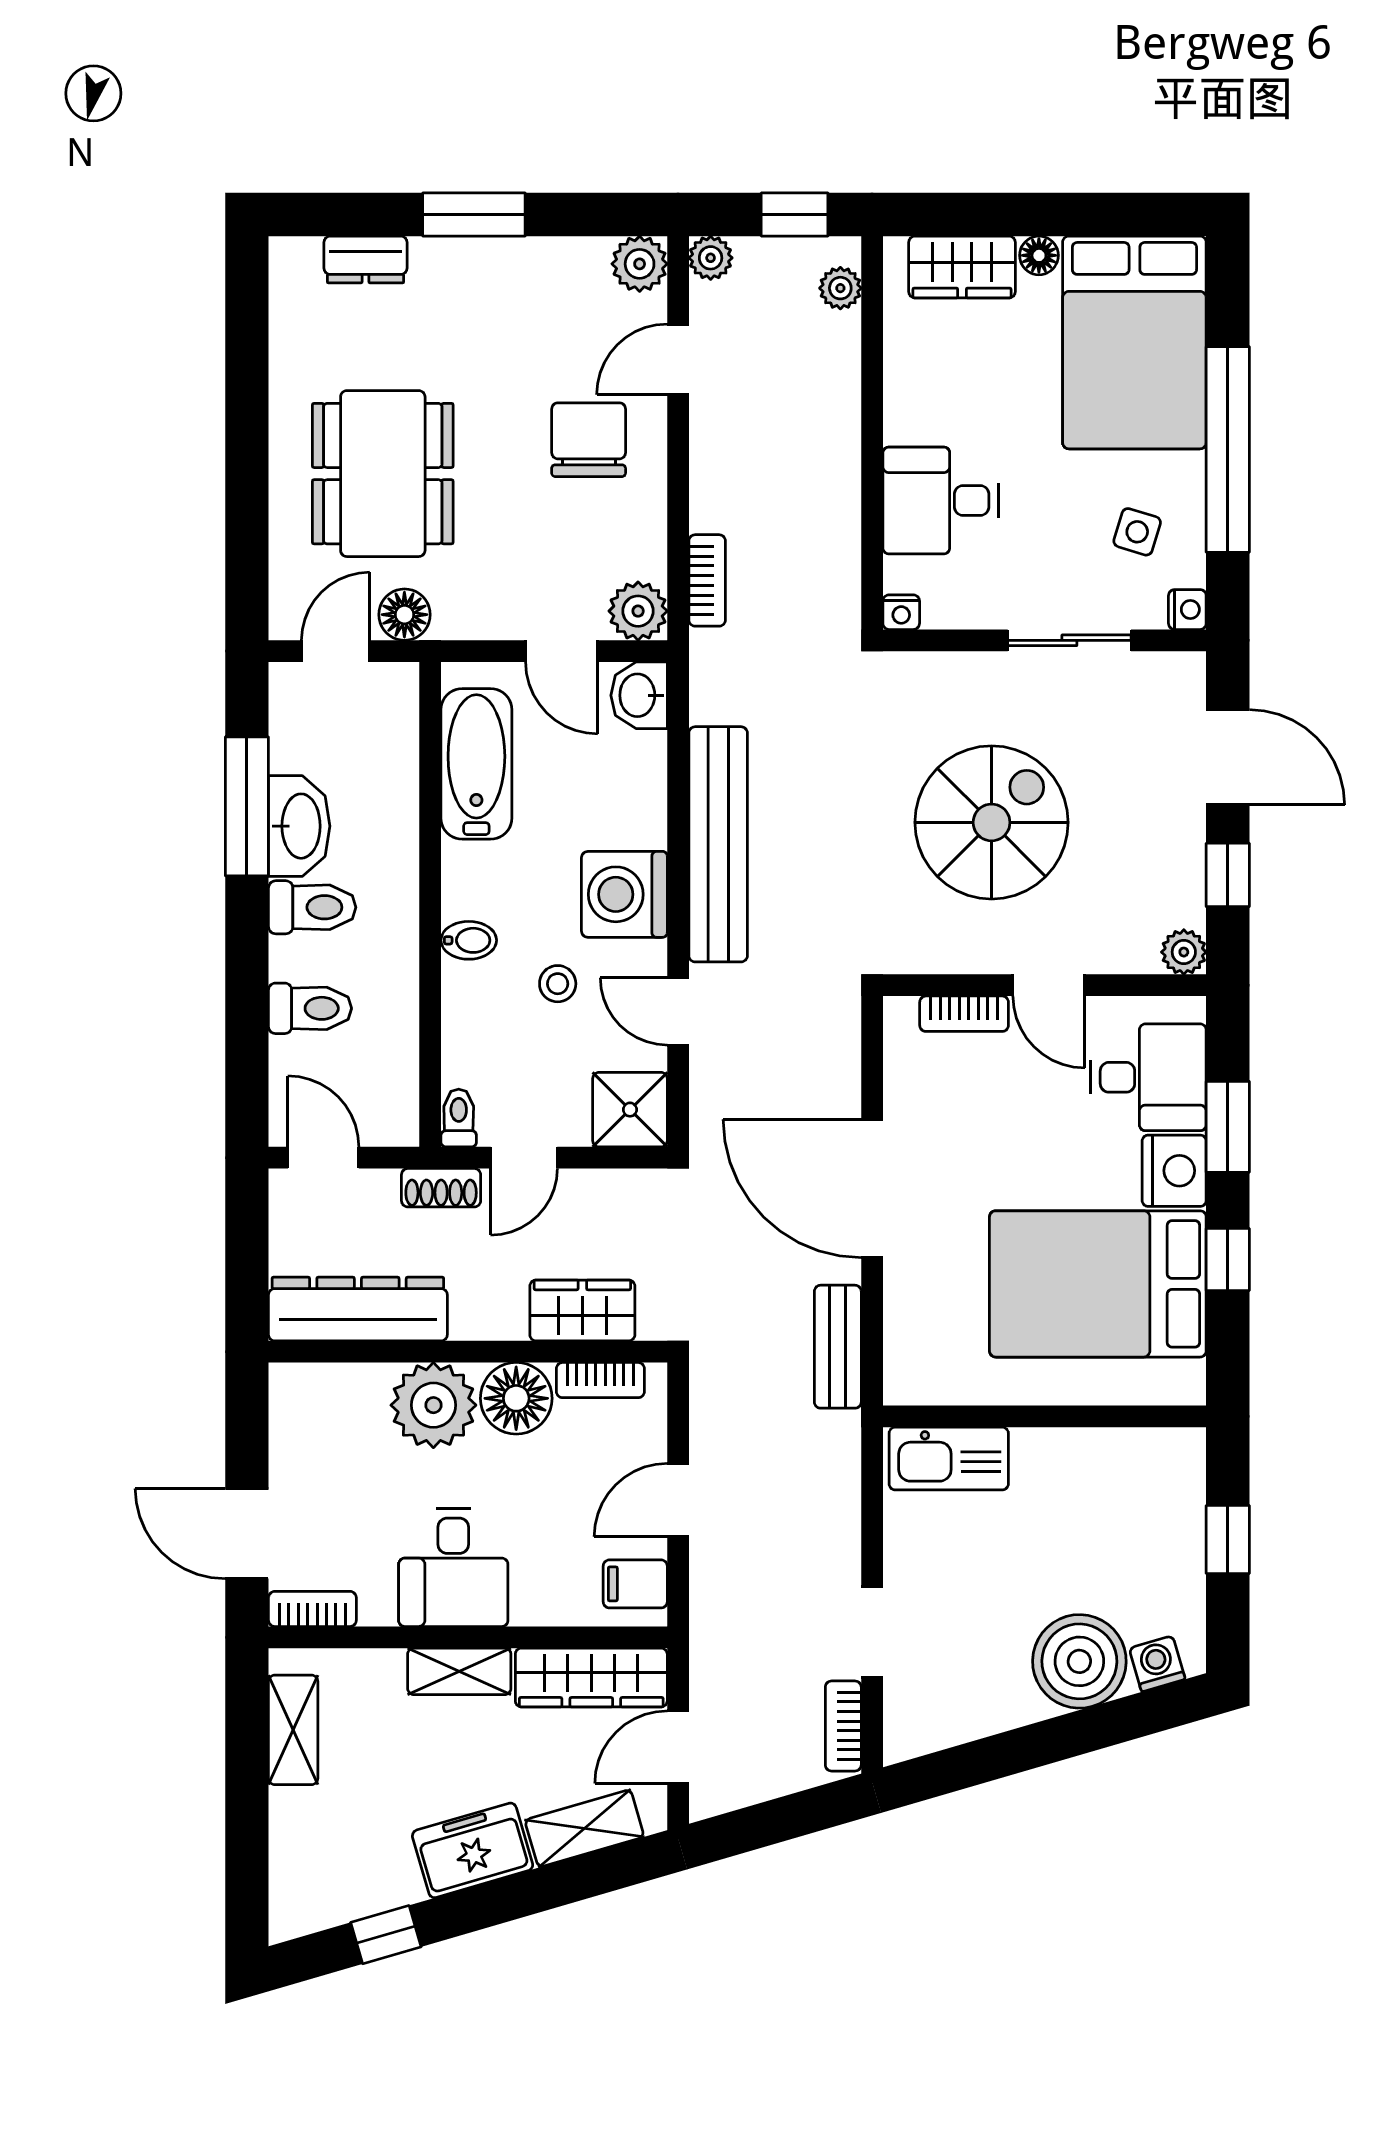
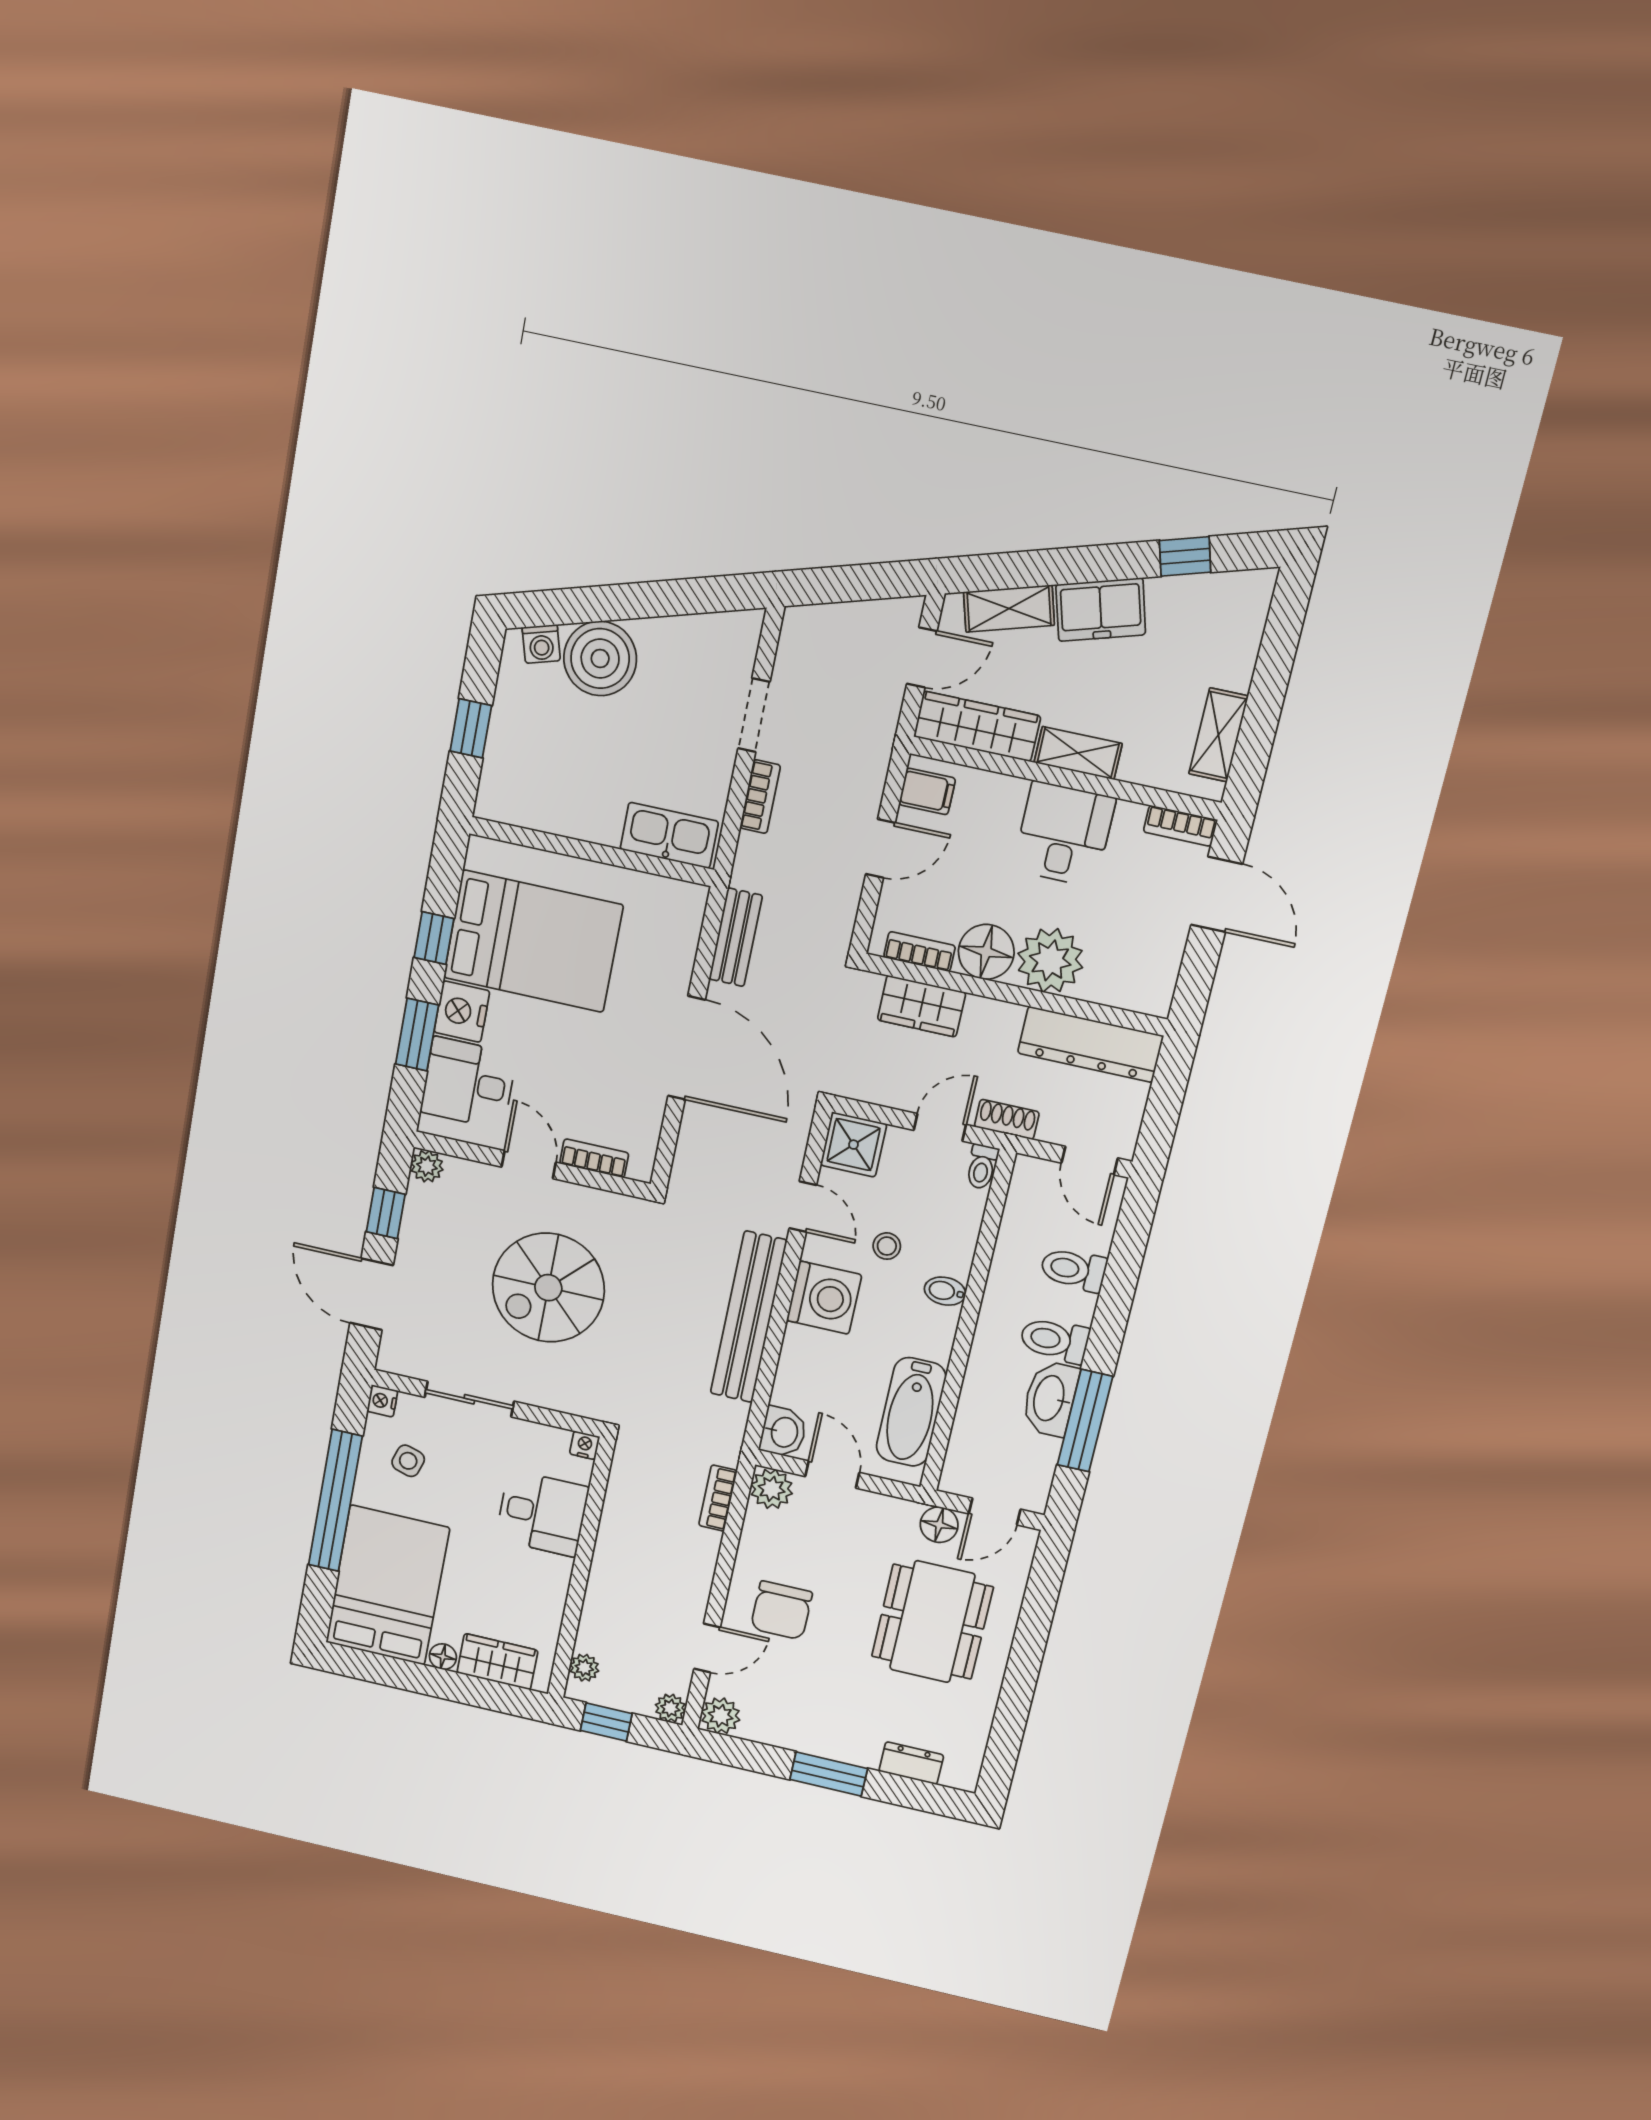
bookcase: (843, 1726) -> (760, 797), moved

